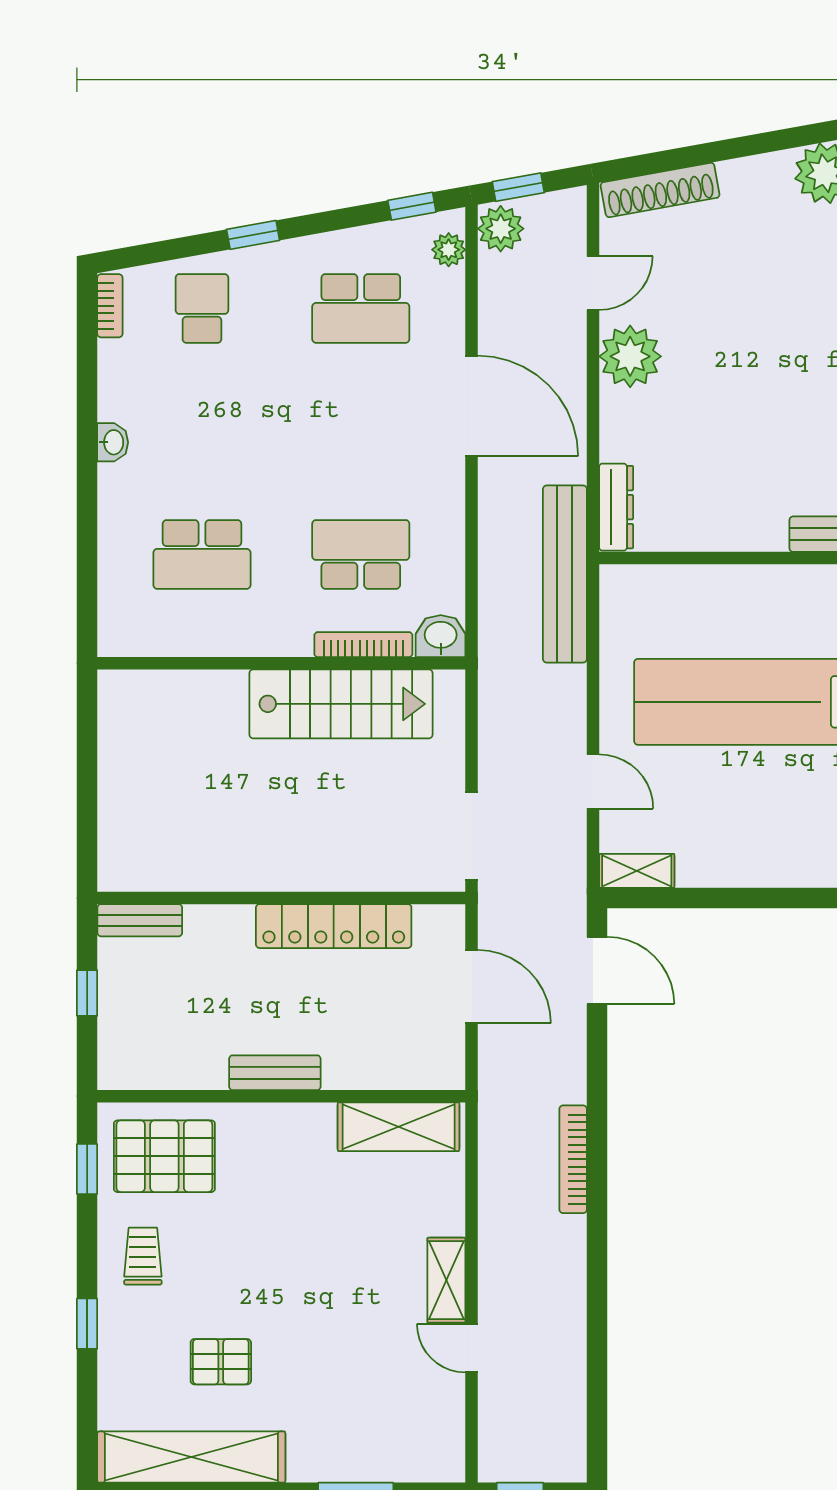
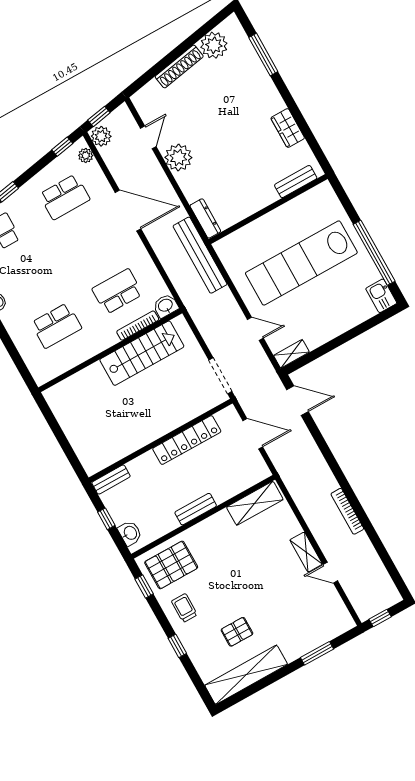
shoe rack: (660, 190) -> (179, 66), moved
washbasin: (118, 1047) -> (130, 533), added
bookcase: (573, 1159) -> (347, 511), moved

